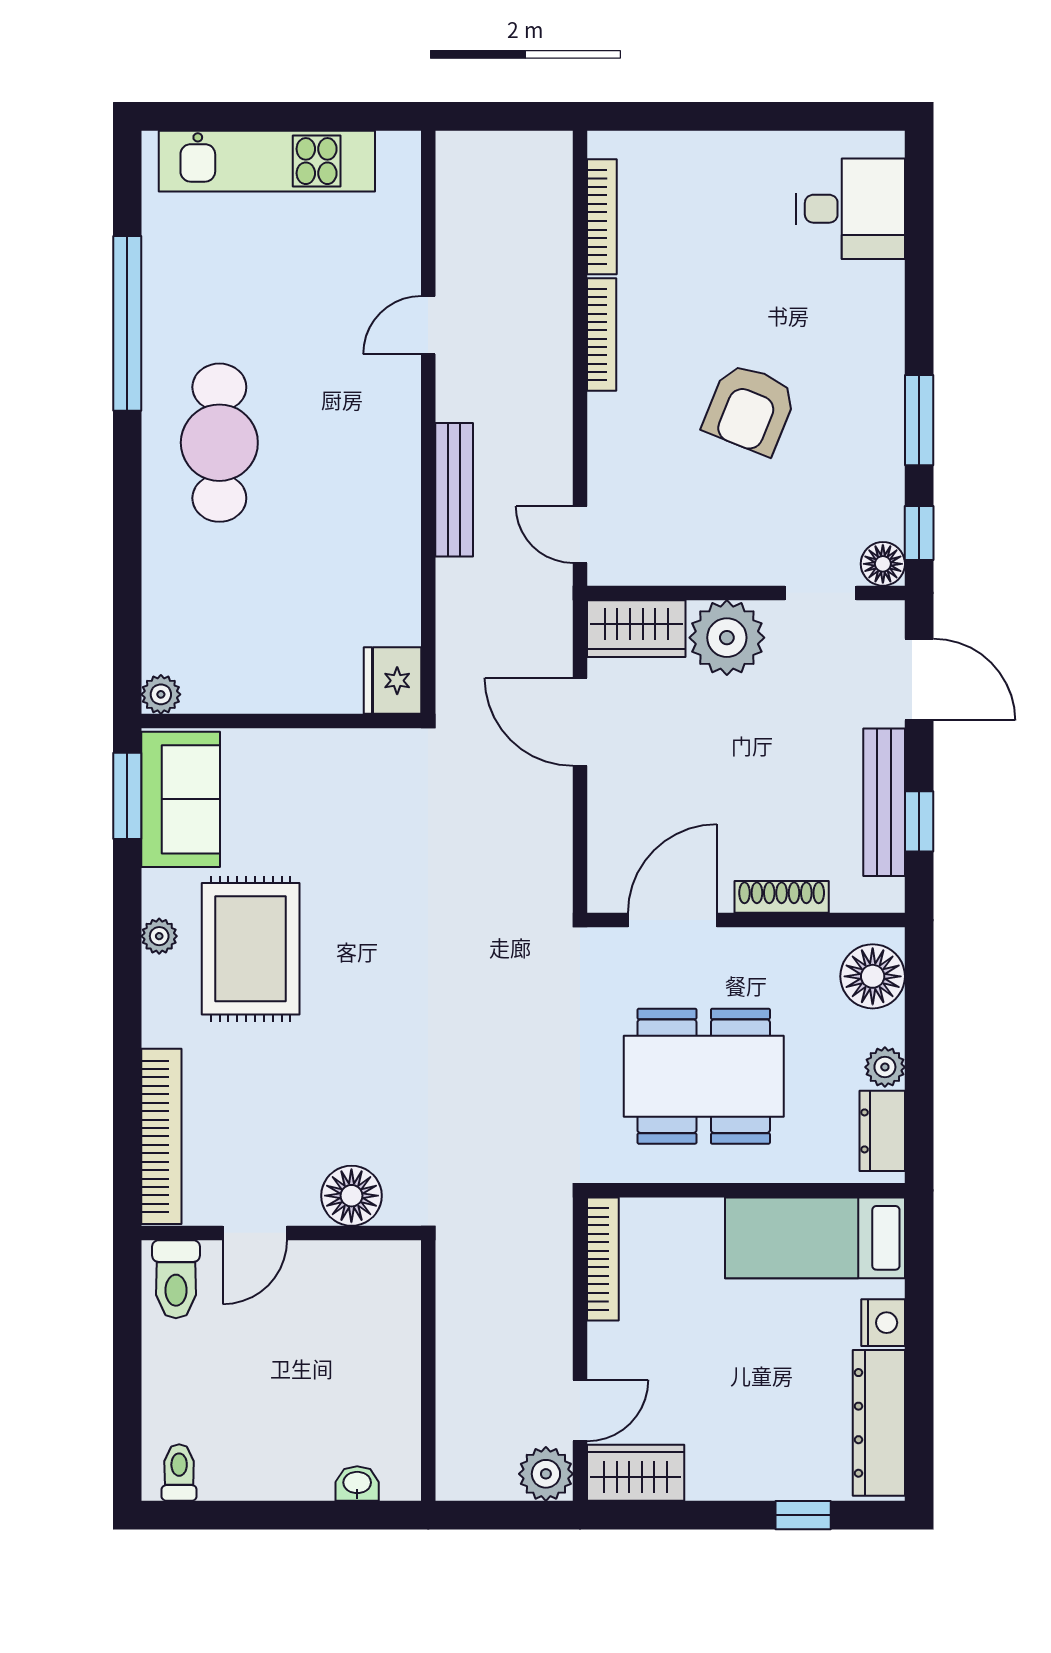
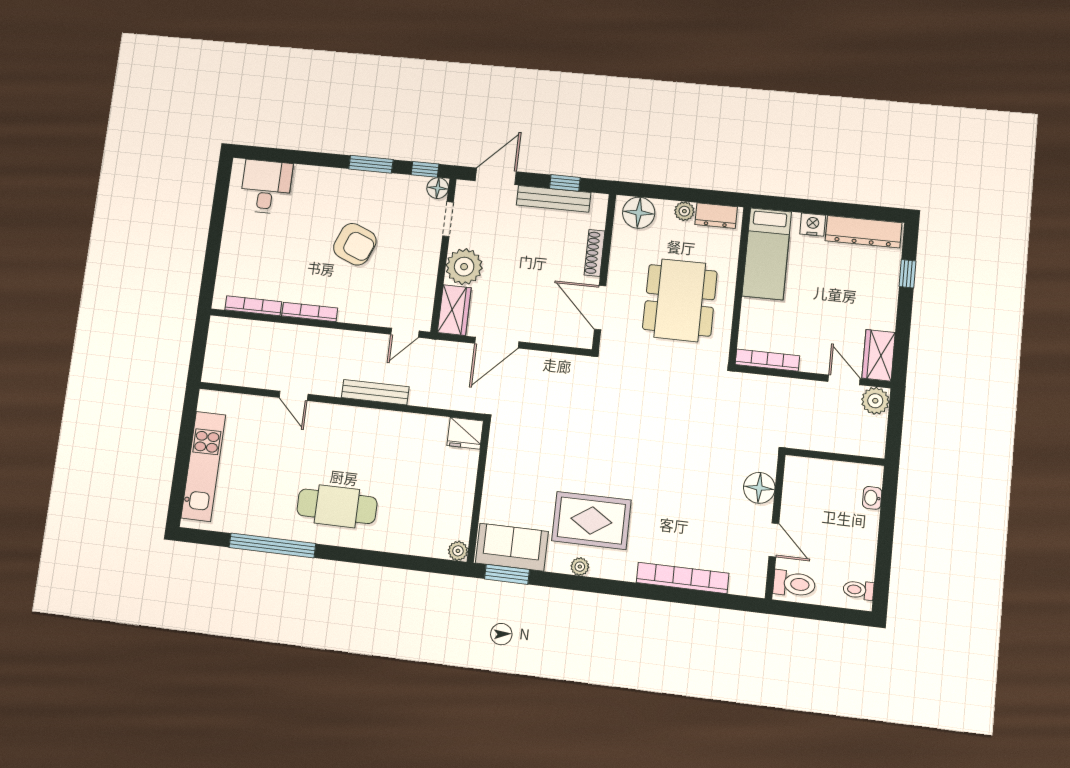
floor lamp: (351, 1196) -> (759, 488), moved
door: (255, 1233) -> (774, 540), moved
wall: (281, 1233) -> (775, 526), moved
toilet: (176, 1279) -> (794, 584), moved

